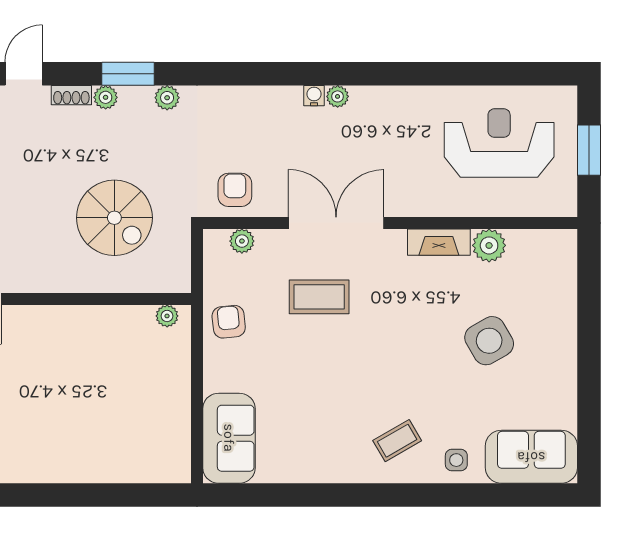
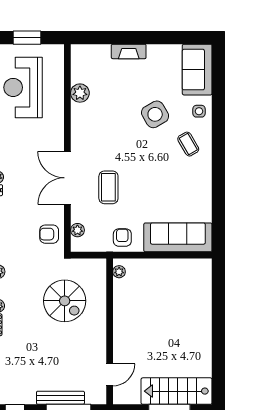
spiral stairs: (114, 218) -> (65, 301), turned 90
fireplace: (439, 242) -> (129, 51), moved, turned 90
armchair: (229, 322) -> (122, 238), turned 96
side table: (489, 341) -> (155, 114), moved
sofa: (229, 438) -> (178, 237), width x1.36

